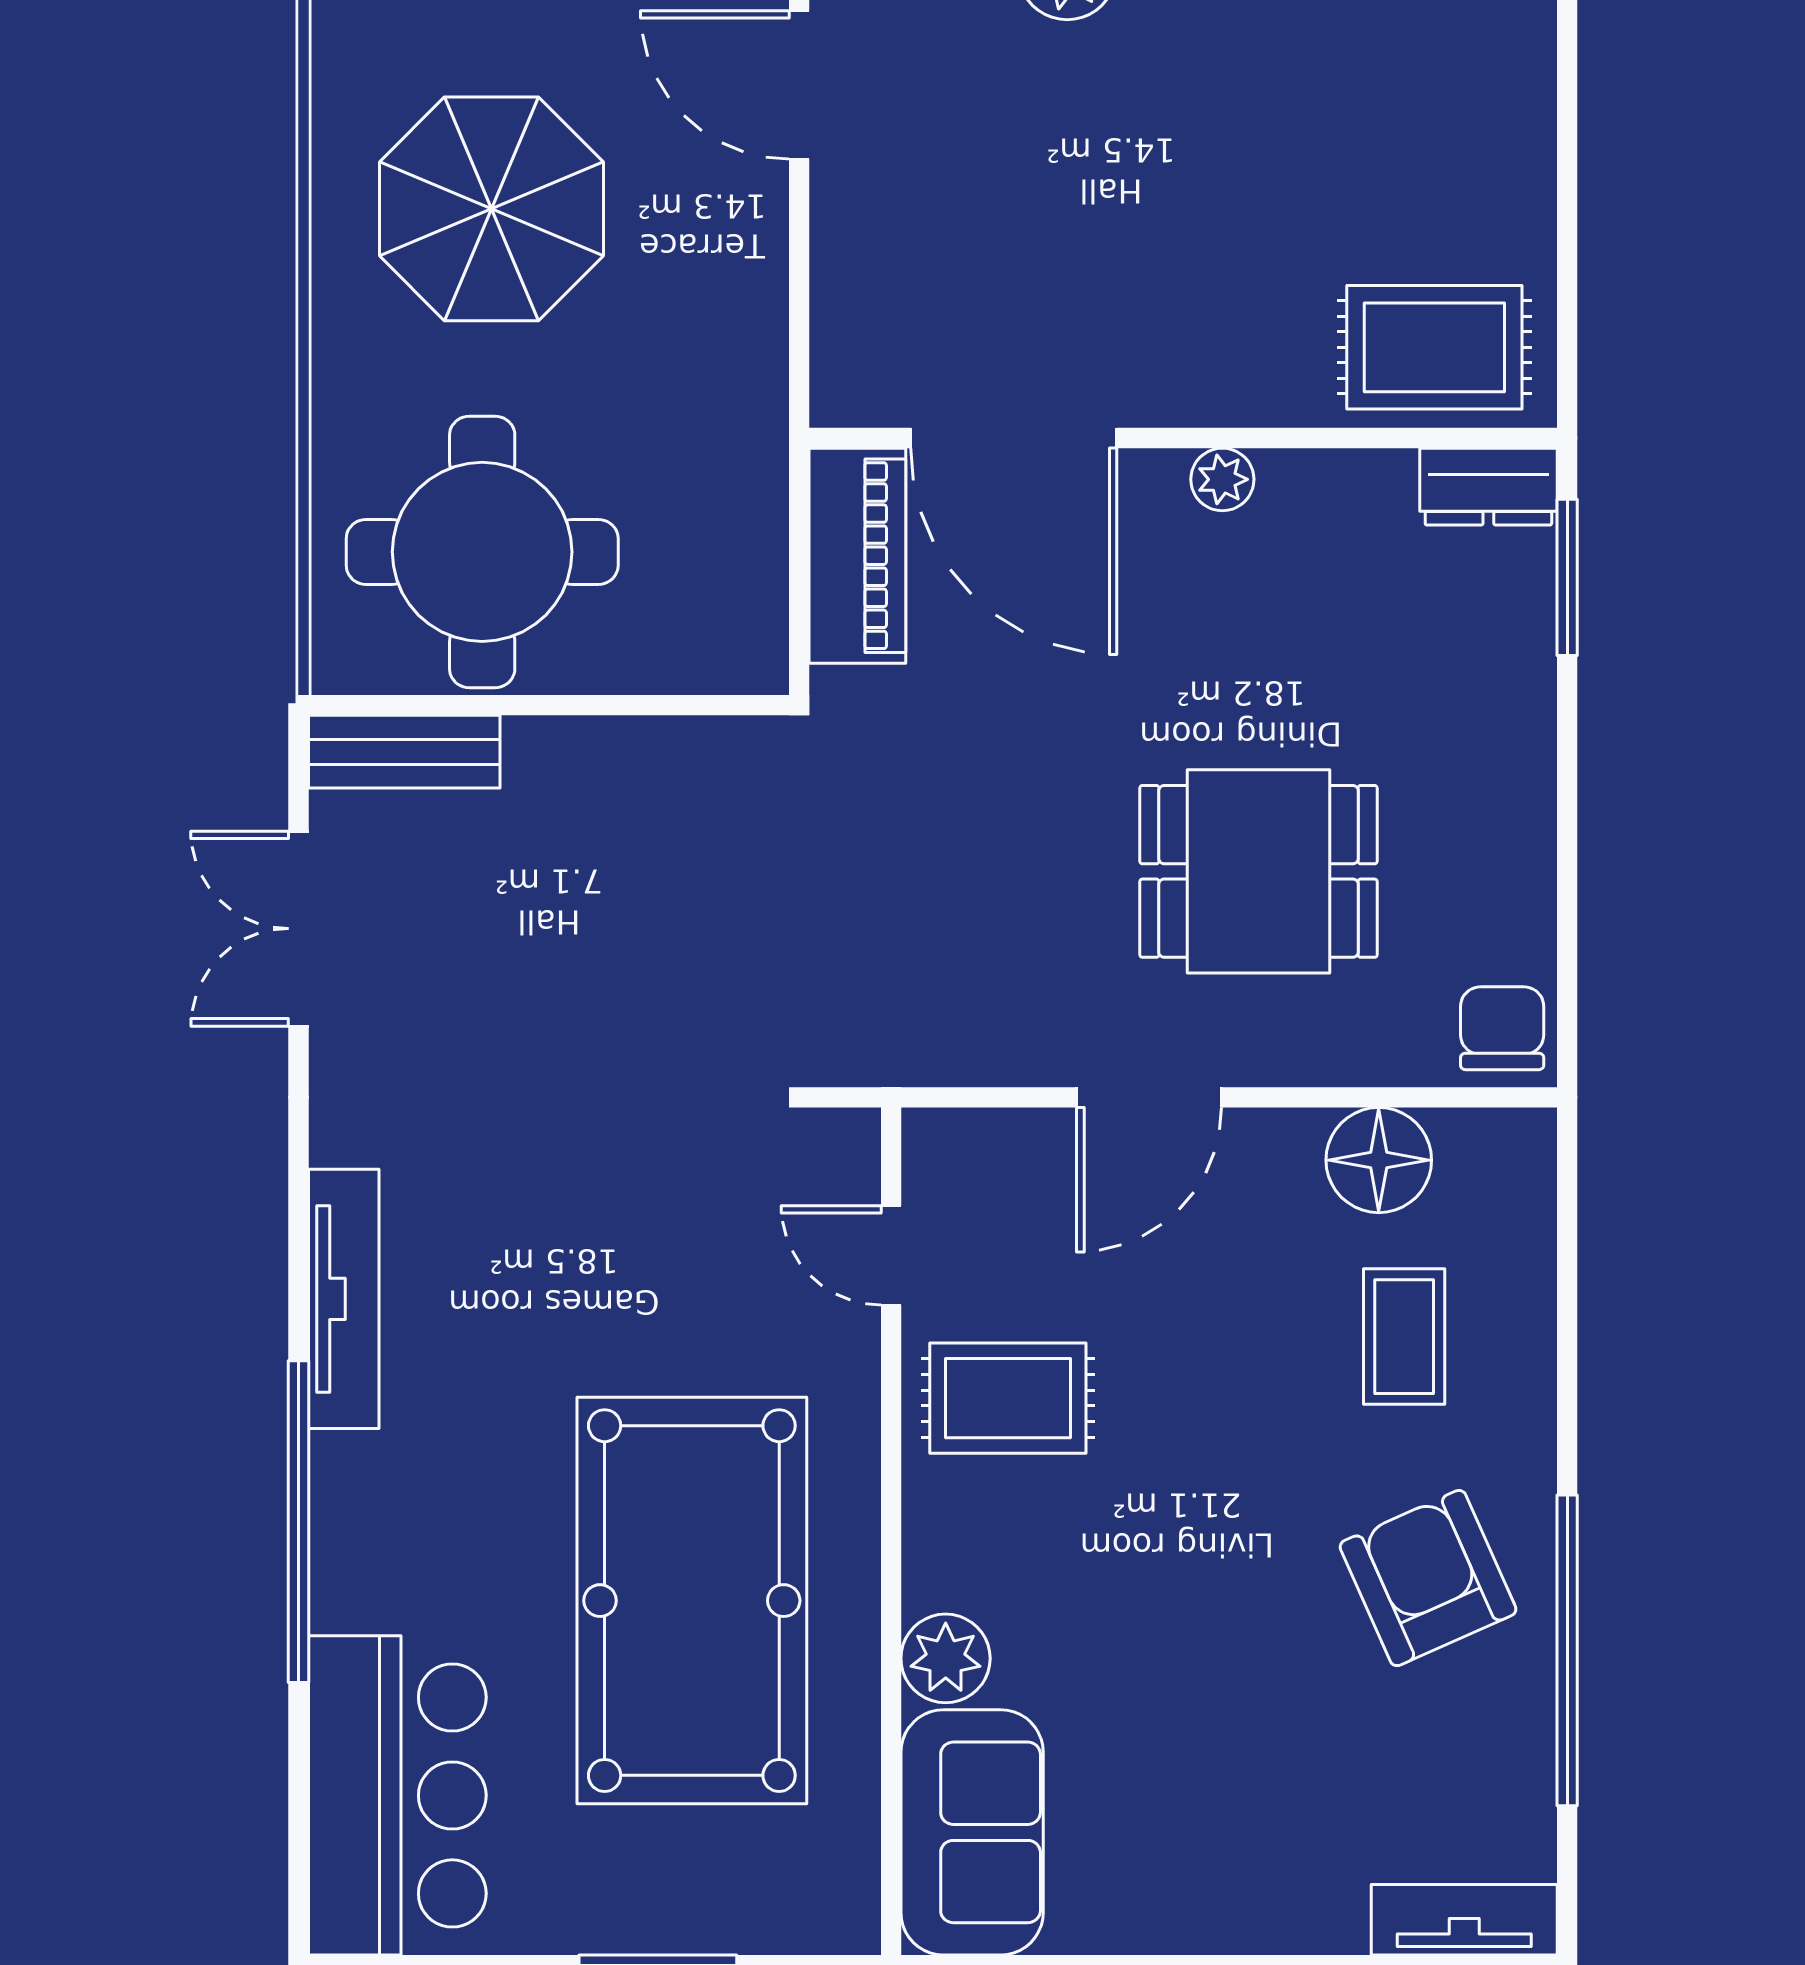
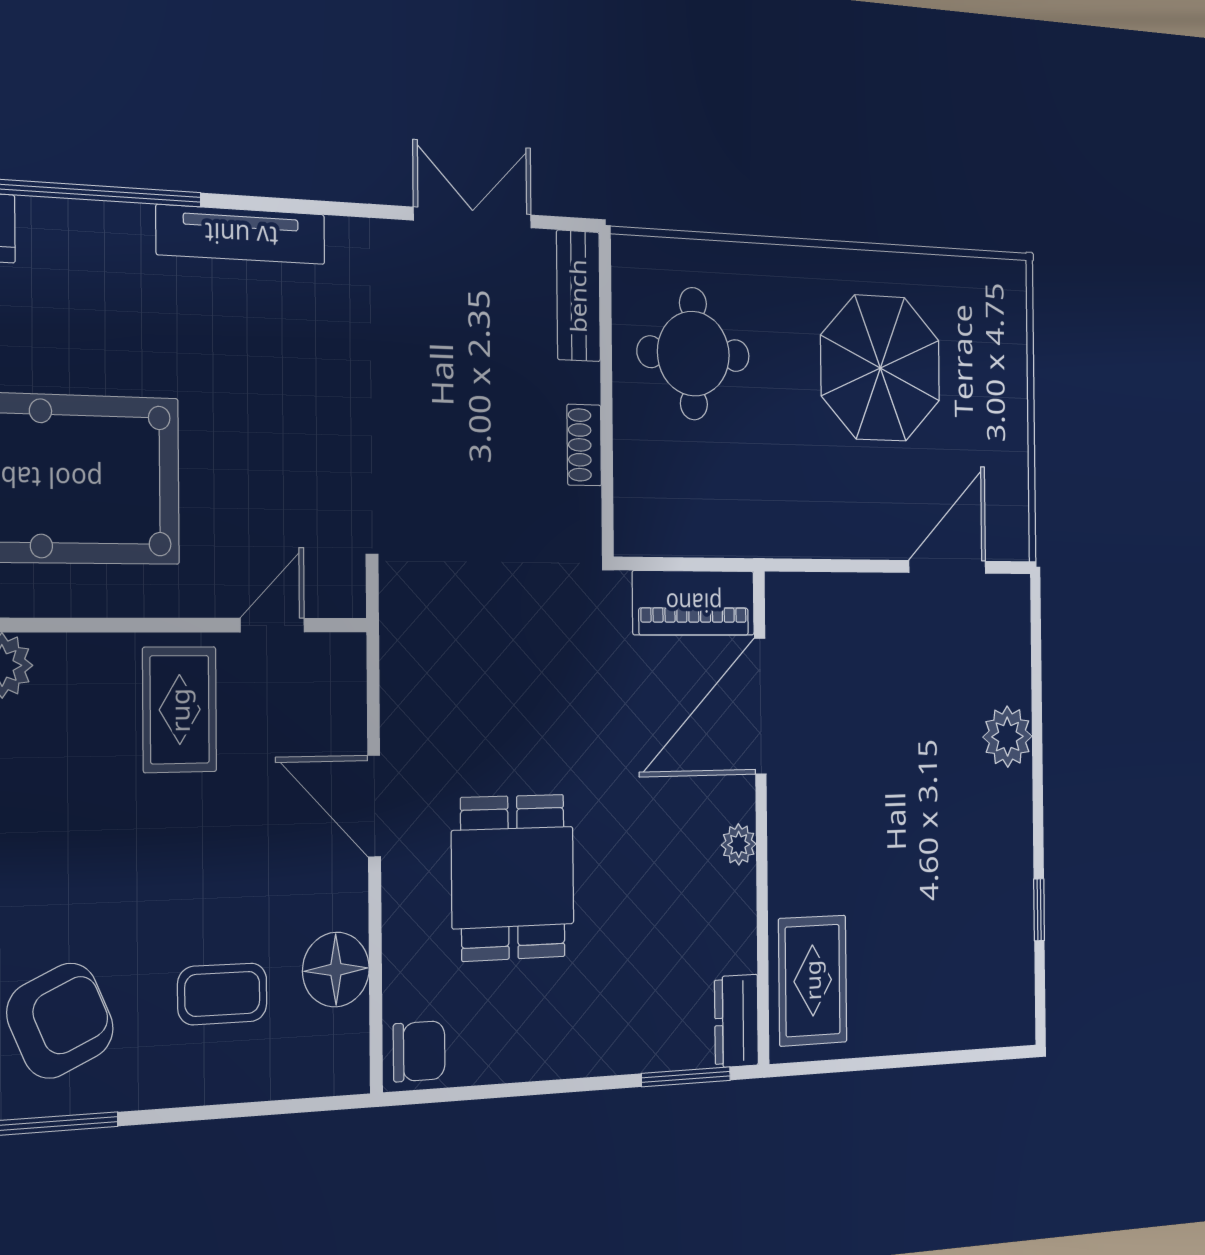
round table: (482, 552) -> (693, 354), width x0.73, depth x0.73
shoe rack: (625, 744) -> (584, 445), added

